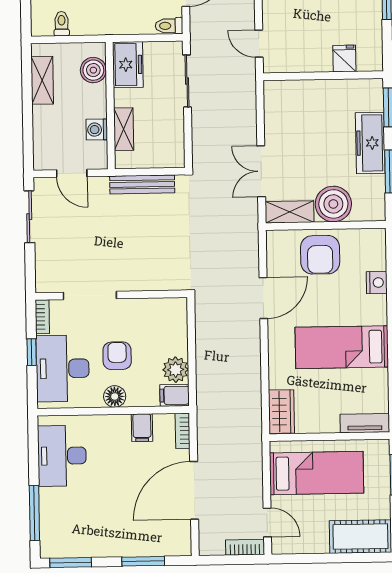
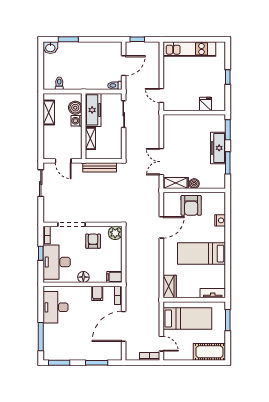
freezer: (128, 65) -> (93, 110), width x1.40
washing machine: (97, 130) -> (76, 121), moved
boiler: (333, 204) -> (194, 184), width x0.54, depth x0.54
armchair: (117, 356) -> (93, 241), moved
plant: (176, 370) -> (115, 233), moved

